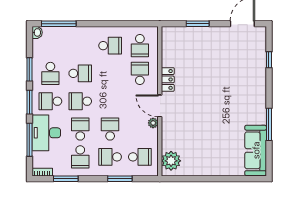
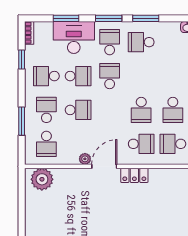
school desk: (80, 73) -> (141, 110), moved
window: (29, 140) -> (66, 18), width x0.69
window: (66, 179) -> (22, 60), width x0.67

